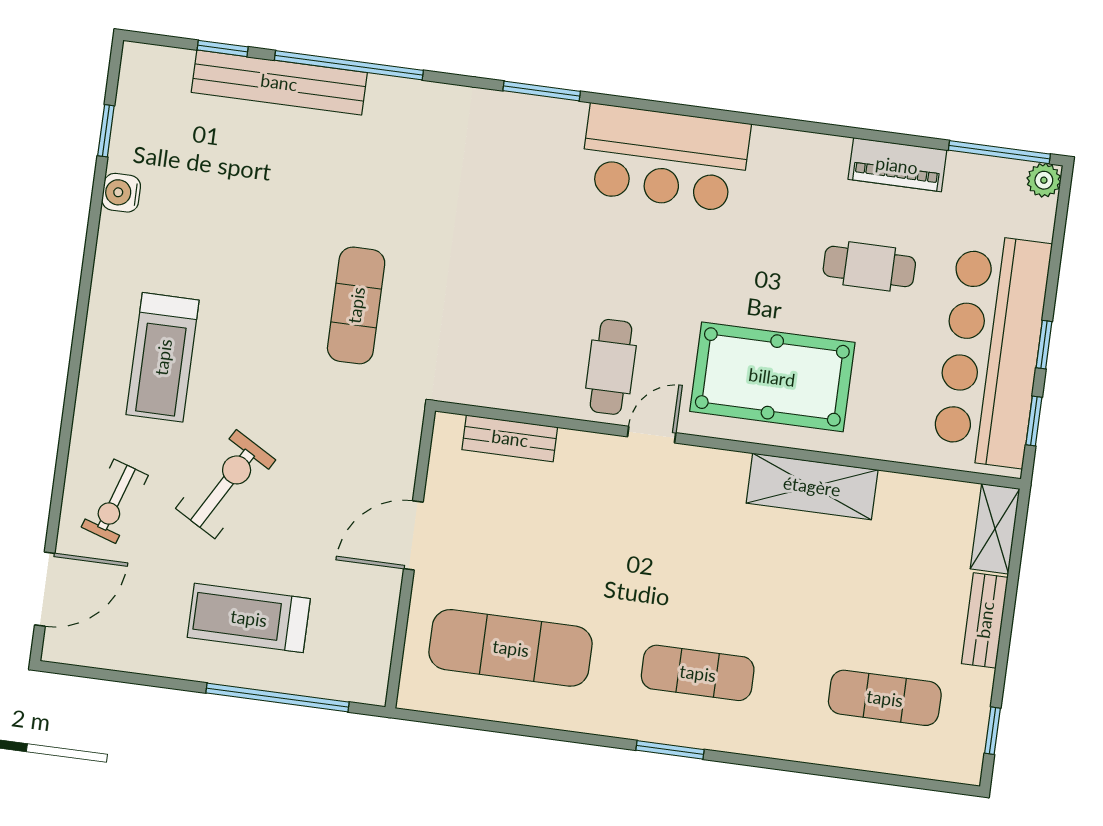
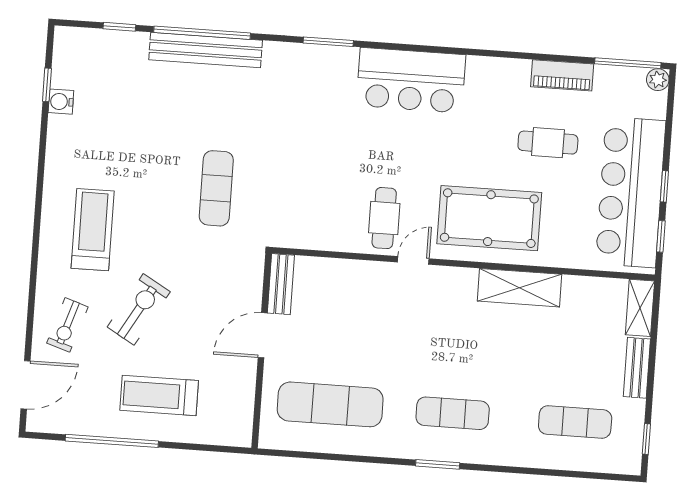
bench: (279, 82) -> (206, 50), moved
water cooler: (121, 193) -> (61, 102), moved
treadmill: (163, 357) -> (93, 230), turned 180
bench: (510, 438) -> (281, 284), moved, turned 90
window: (277, 698) -> (112, 441), moved

